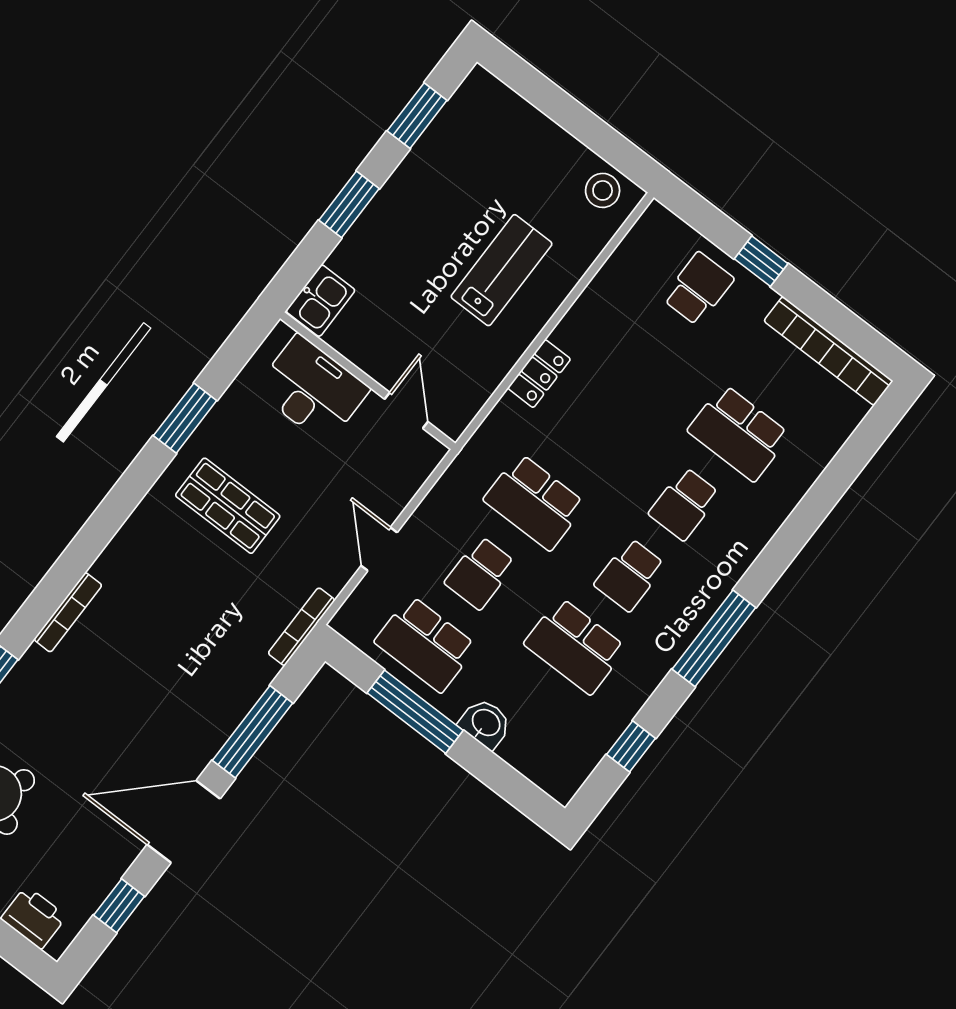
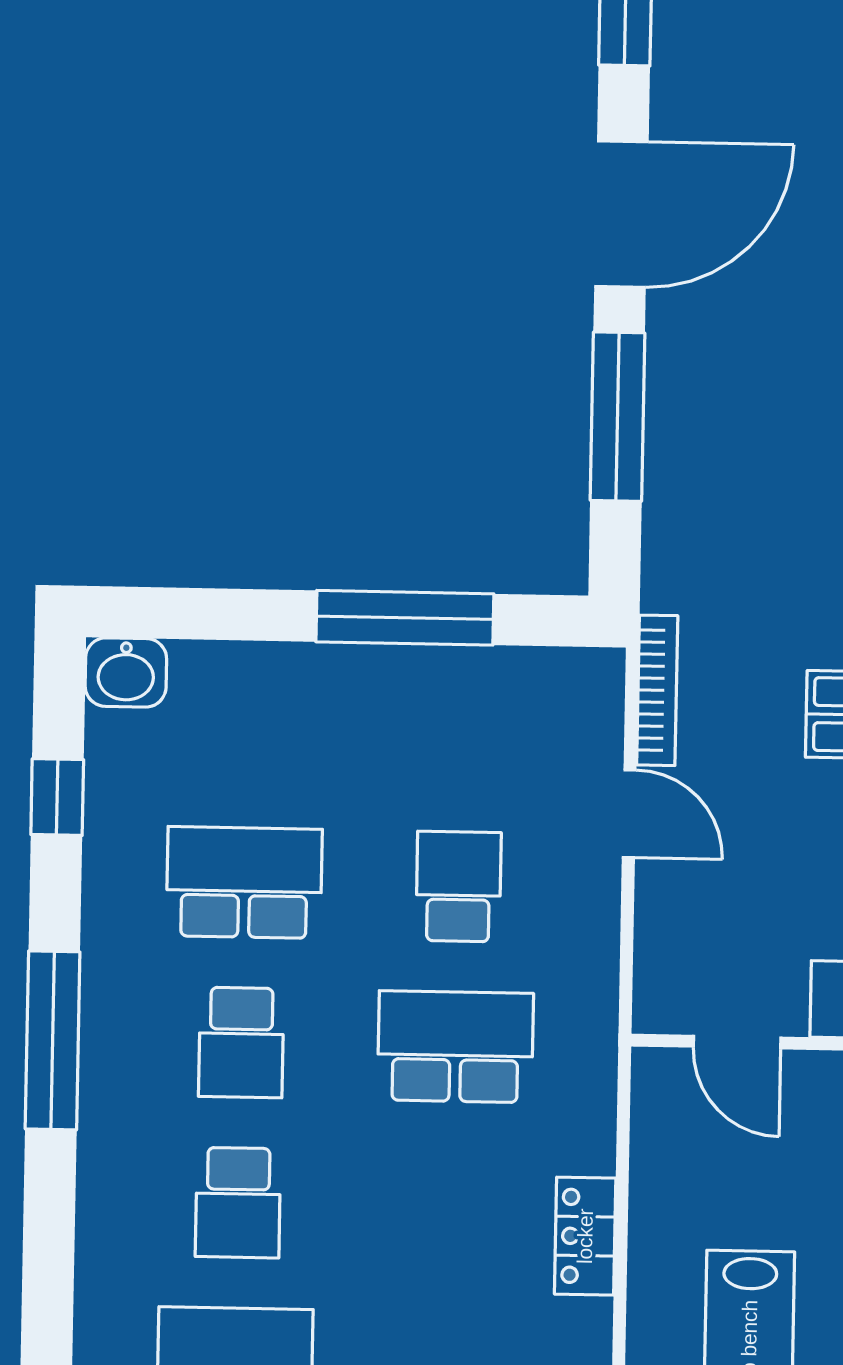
school desk: (684, 504) -> (238, 1203), turned 180
school desk: (630, 575) -> (241, 1043), turned 180
bookcase: (301, 627) -> (657, 690), moved
school desk: (426, 644) -> (462, 726), removed
washbasin: (485, 723) -> (126, 672), moved

